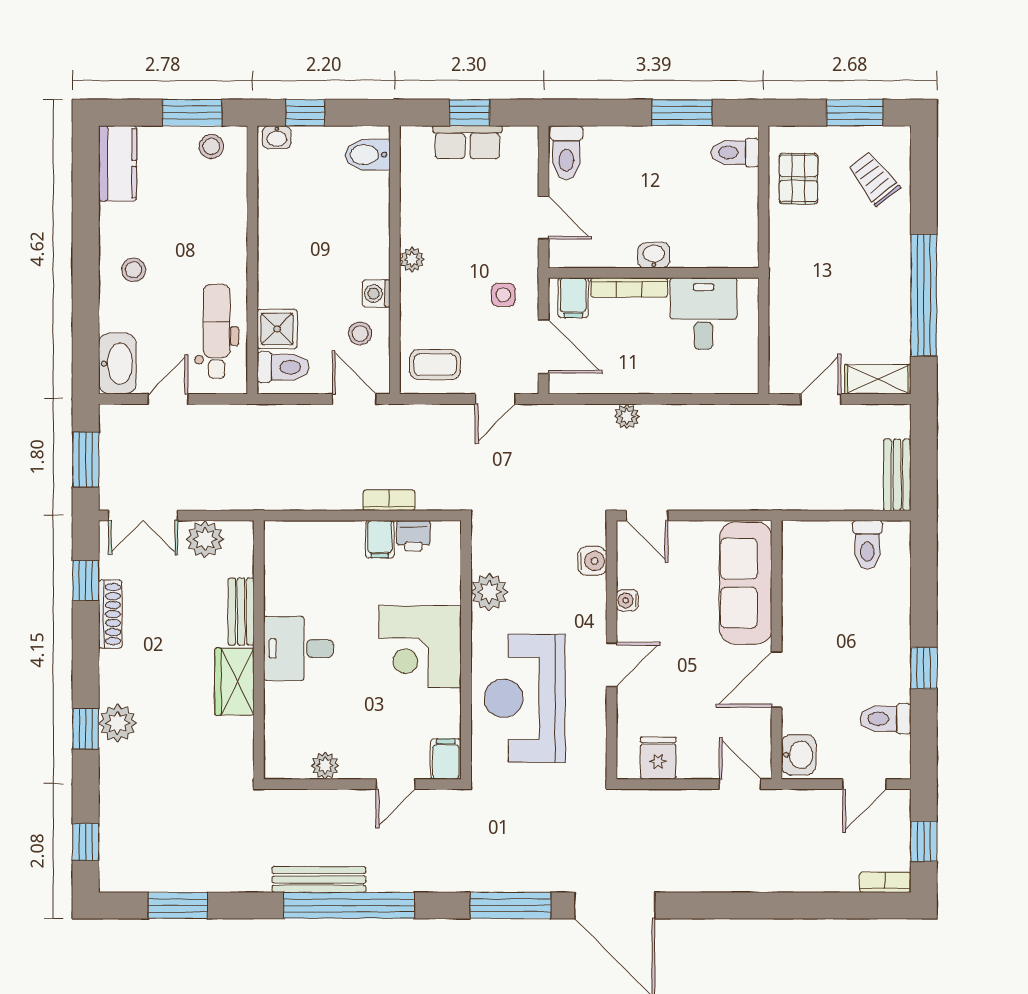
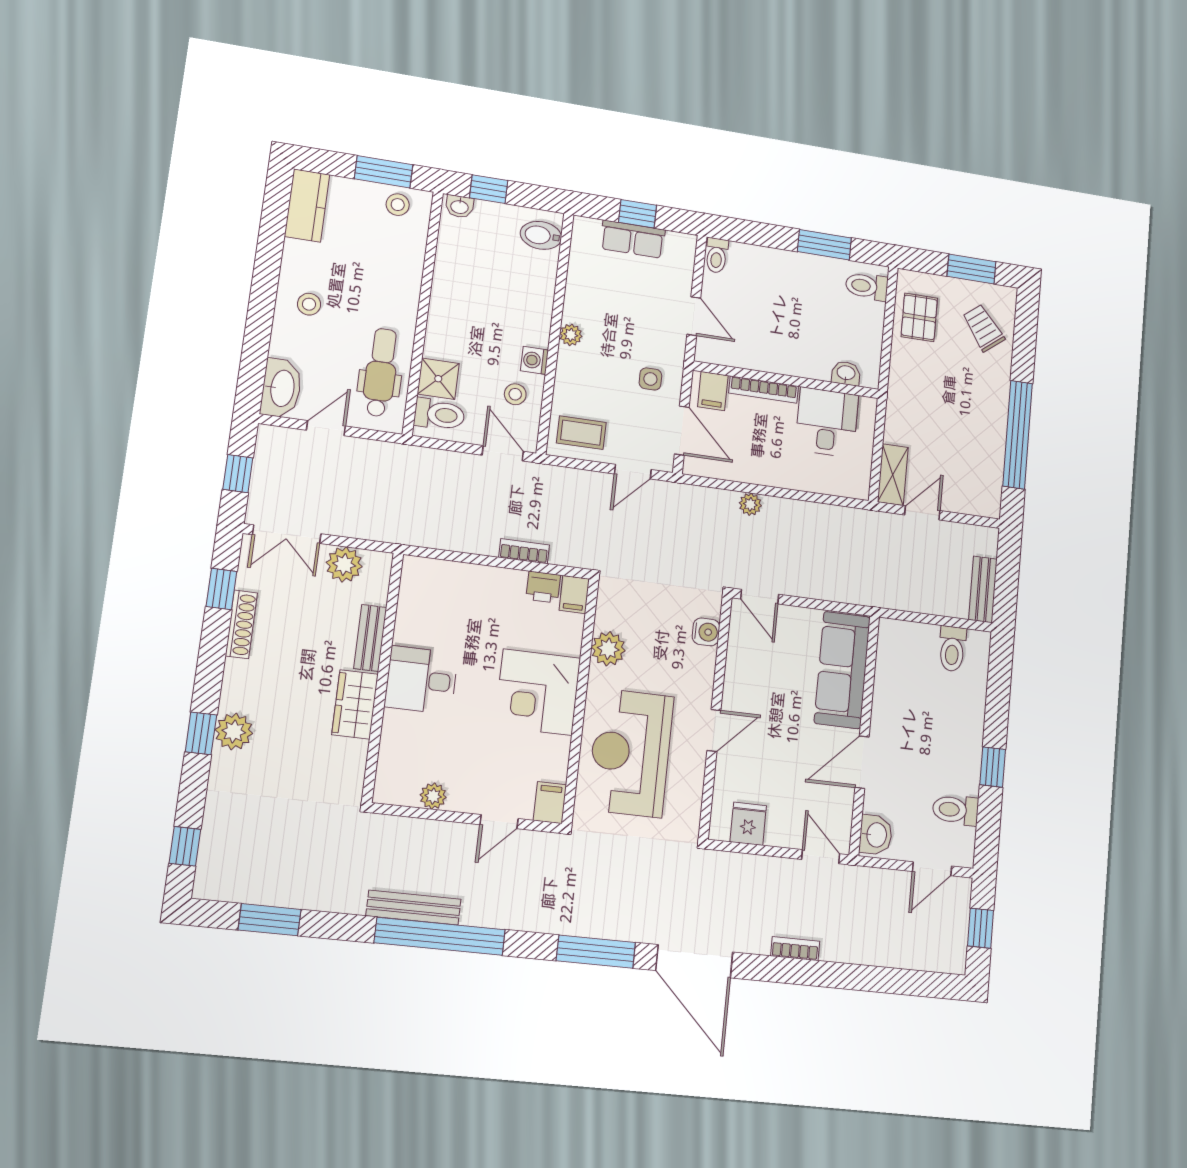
toilet: (566, 153) -> (717, 255), width x0.73, depth x0.72
washbasin: (654, 255) -> (846, 373), moved
shelving: (878, 379) -> (893, 475), moved, turned 90
window: (86, 460) -> (238, 474), width x0.67
filing cabinet: (380, 539) -> (574, 595), moved
water cooler: (627, 600) -> (734, 673), removed
bookcase: (885, 882) -> (795, 949), moved

